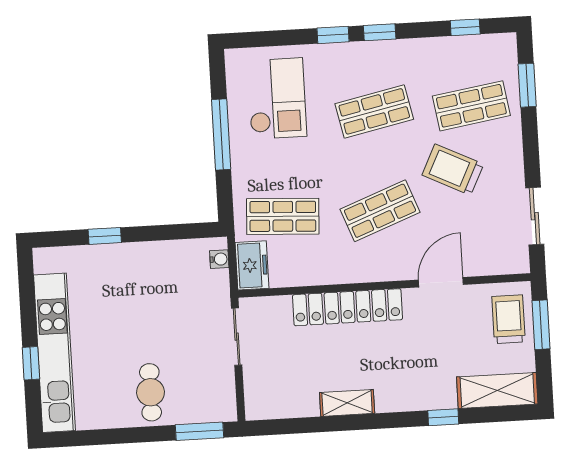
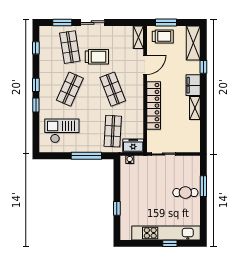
shop shelf: (374, 111) -> (70, 89), turned 36
window: (221, 134) -> (86, 156), moved
trolley: (453, 170) -> (97, 57), turned -116
sliding door: (535, 216) -> (93, 23), moved
shelving: (503, 263) -> (138, 37), added
door: (441, 282) -> (145, 65), swing flipped
trolley: (509, 319) -> (163, 36), turned 180
filing cabinet: (400, 396) -> (193, 85), added
window: (199, 431) -> (203, 186), moved

